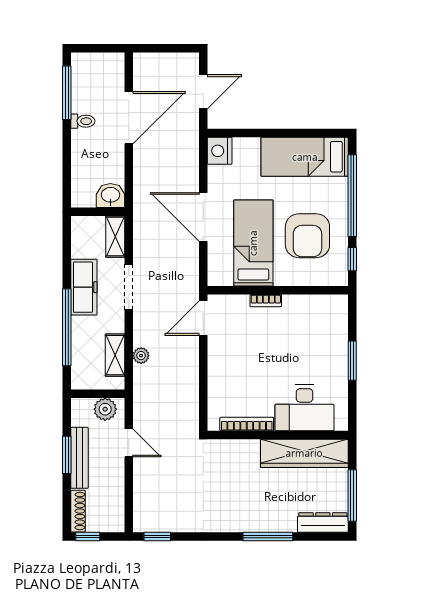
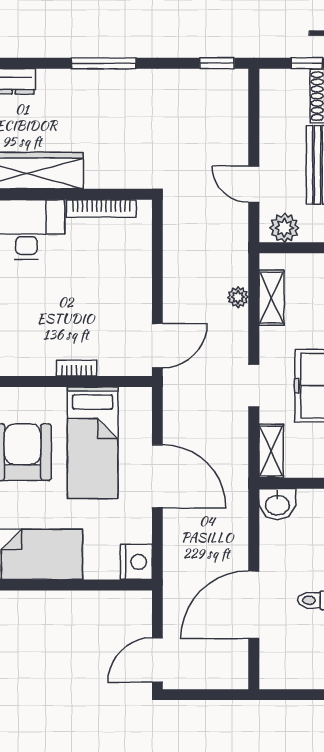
door: (203, 92) -> (157, 660), moved
doorway: (129, 287) -> (254, 386), width x0.73
window: (268, 536) -> (104, 63), moved

